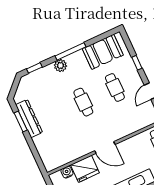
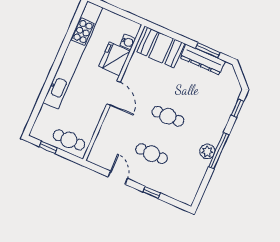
booth: (103, 52) -> (161, 48), moved, turned 90
plant: (60, 66) -> (207, 151), moved
door: (105, 148) -> (114, 93), swing flipped

